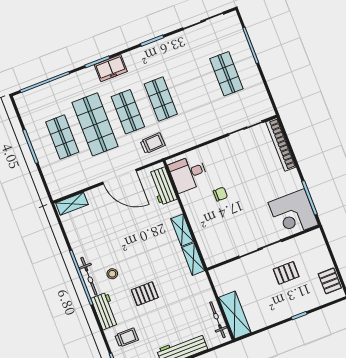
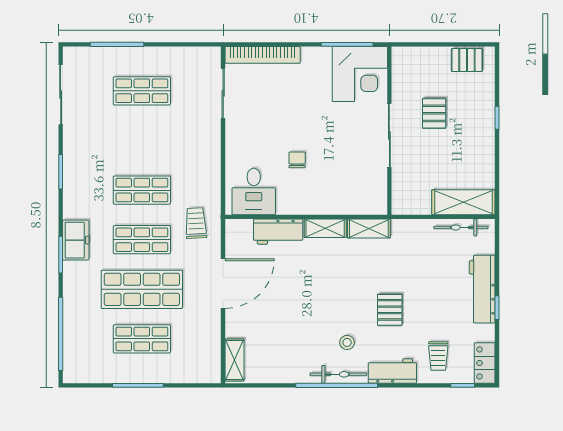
workbench: (163, 186) -> (278, 232), moved
trolley: (127, 338) -> (438, 356), turned 180

